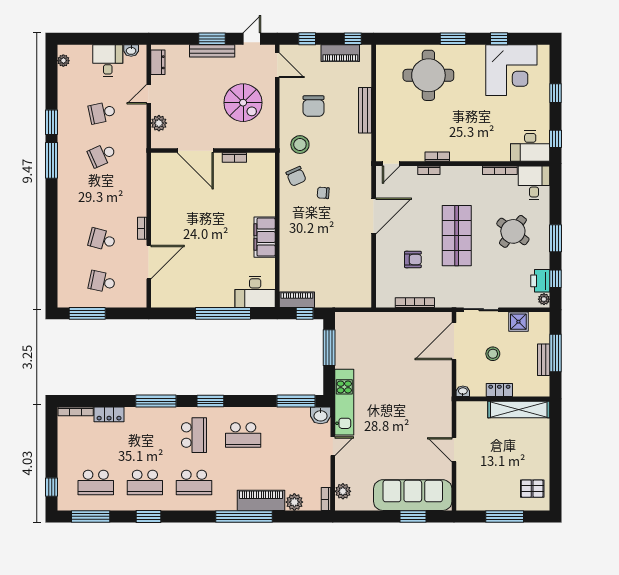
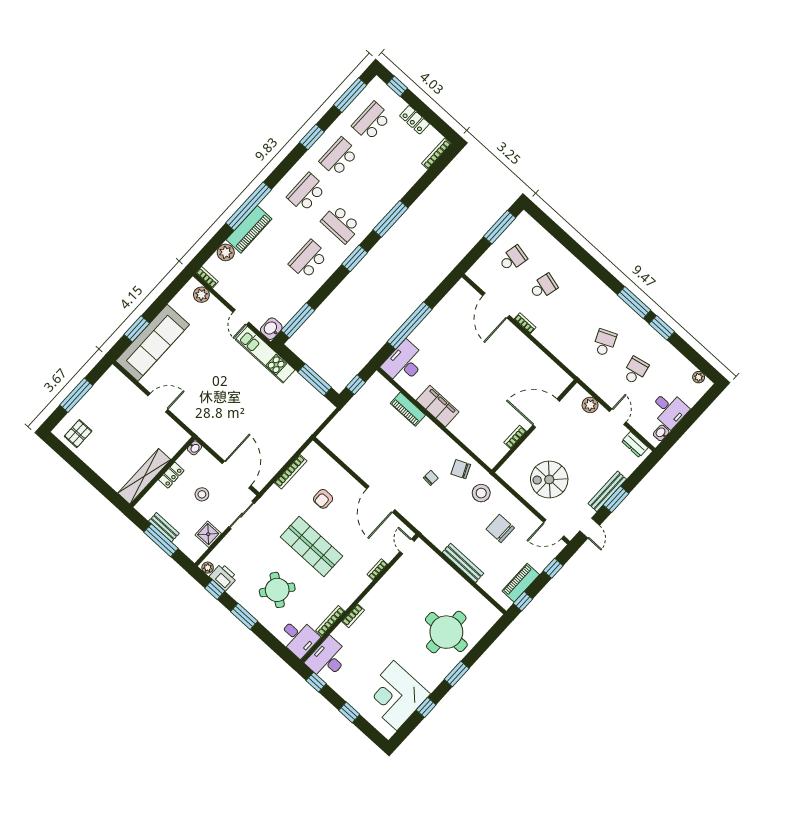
bookcase: (437, 157) -> (353, 616), moved
piano: (297, 300) -> (408, 409), moved, turned 90
locker: (109, 414) -> (415, 120), moved, turned -90

